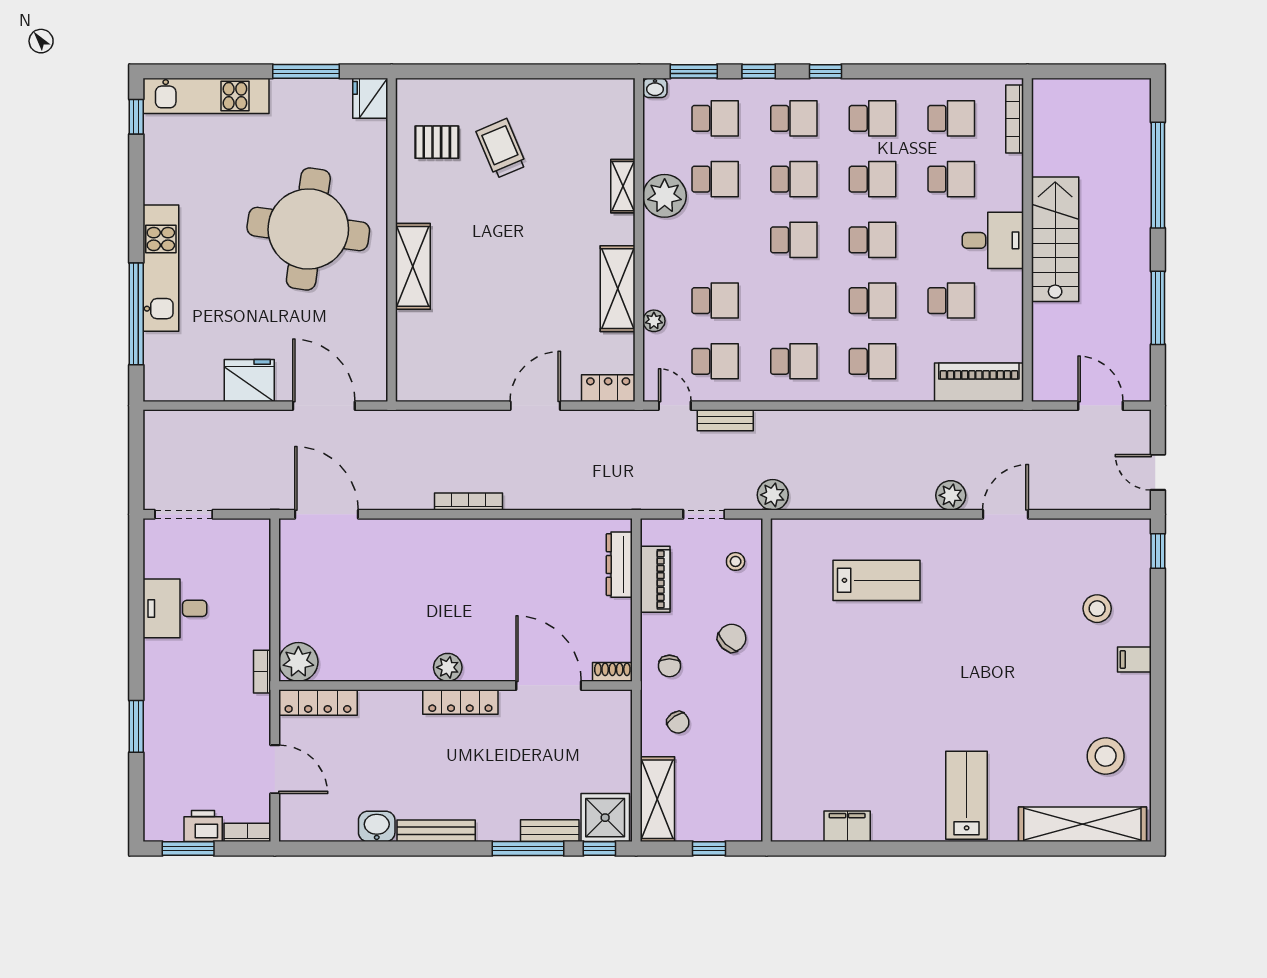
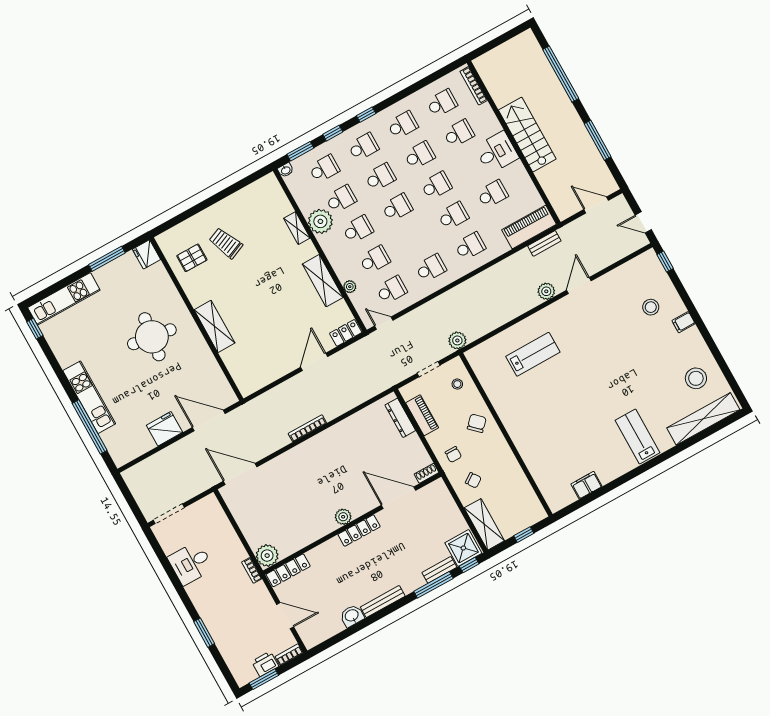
round table: (308, 229) -> (152, 337), width x0.73, depth x0.73
school desk: (715, 240) -> (358, 229), added
bench: (725, 420) -> (544, 243), moved

